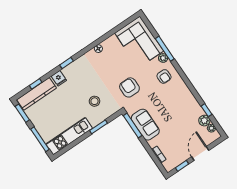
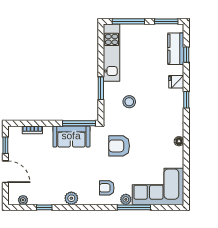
armchair: (129, 87) -> (119, 146), turned 180
kitchen counter: (37, 94) -> (176, 49), width x0.67
plant: (204, 121) -> (71, 198), moved

